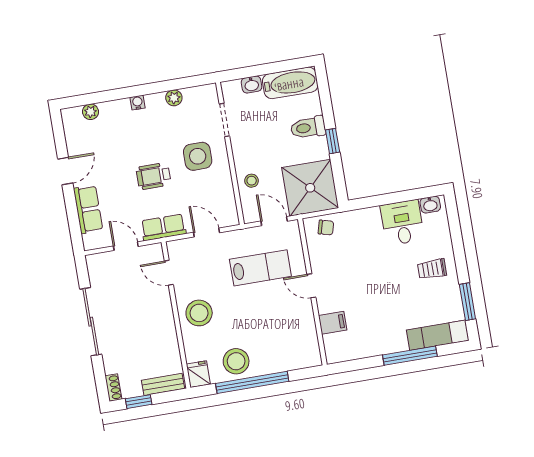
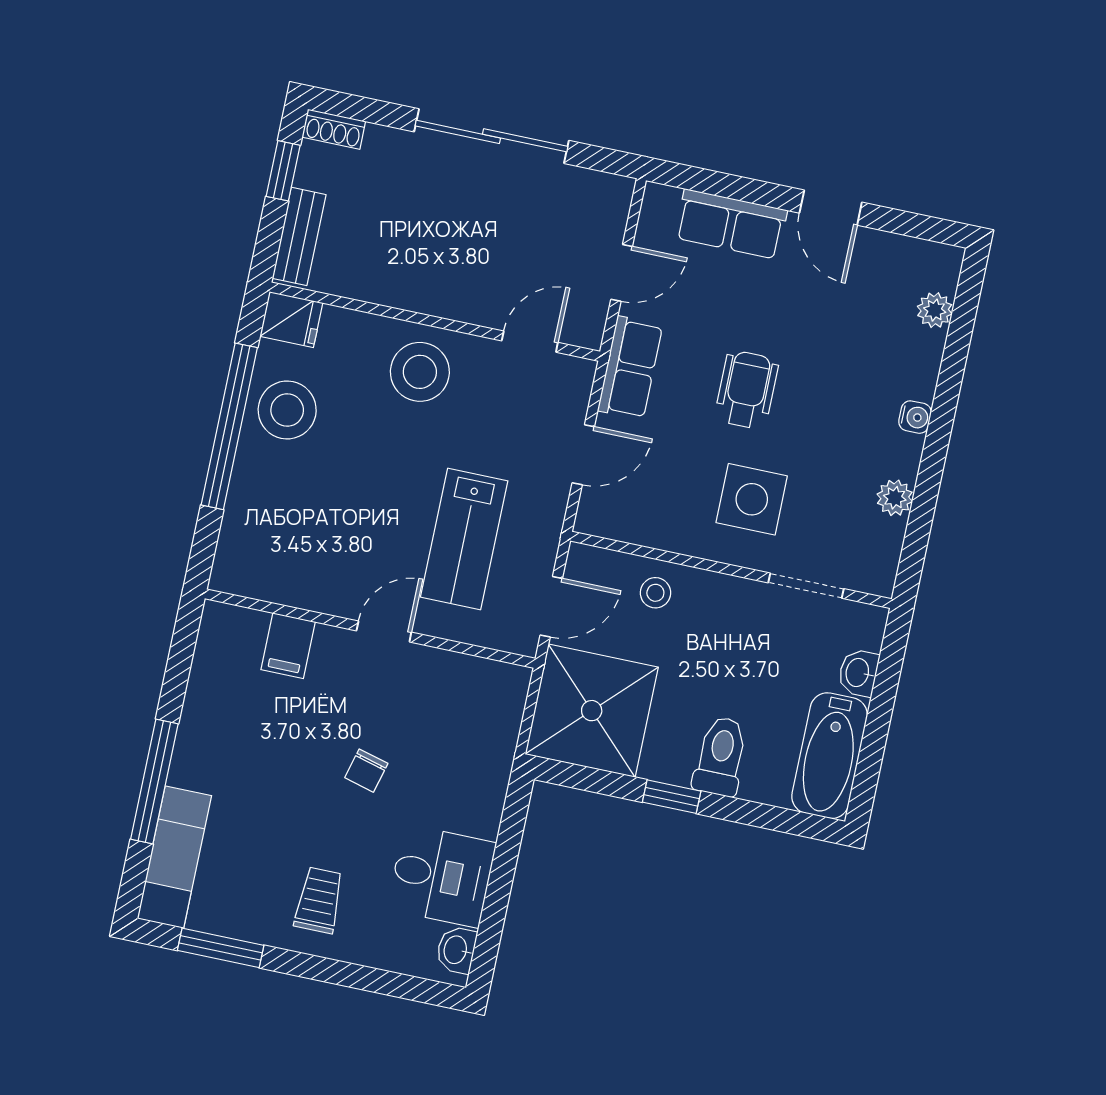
chair: (326, 228) -> (366, 771), moved

